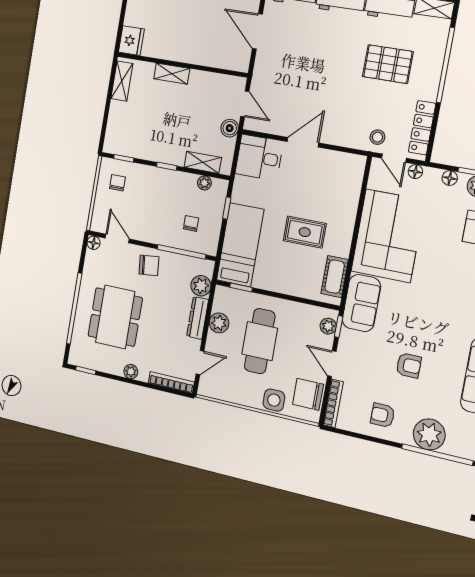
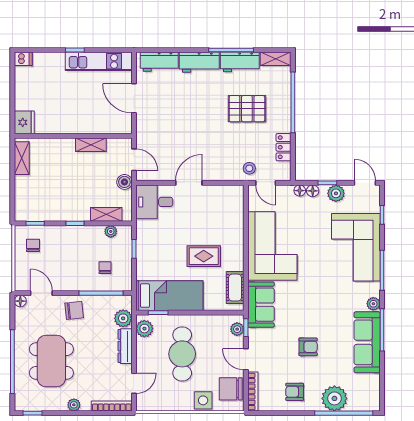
shelving: (172, 74) -> (91, 145), moved
locker: (422, 128) -> (284, 147), width x0.66
floor lamp: (415, 172) -> (300, 191), moved
bed: (240, 245) -> (169, 296), moved, turned 90
plant: (219, 323) -> (144, 329), moved

